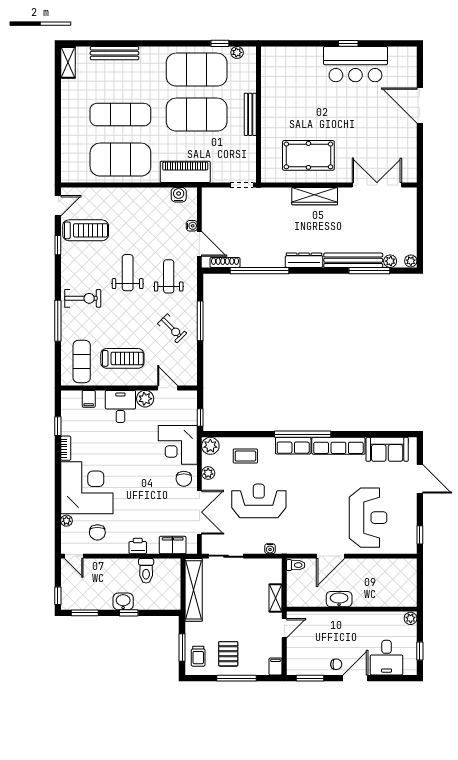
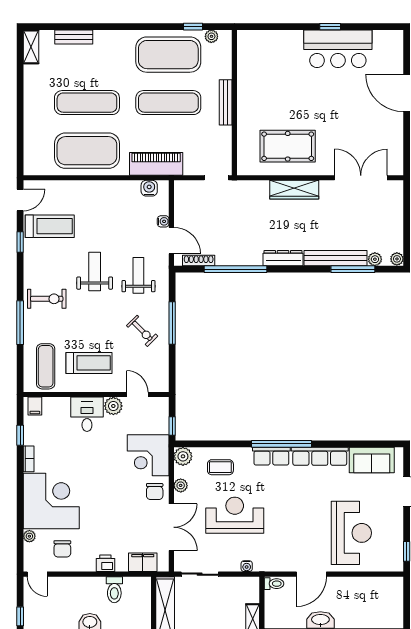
bench: (115, 53) -> (74, 37), width x0.73
exercise mat: (197, 115) -> (168, 103), width x0.68
filing cabinet: (89, 399) -> (35, 406), moved

